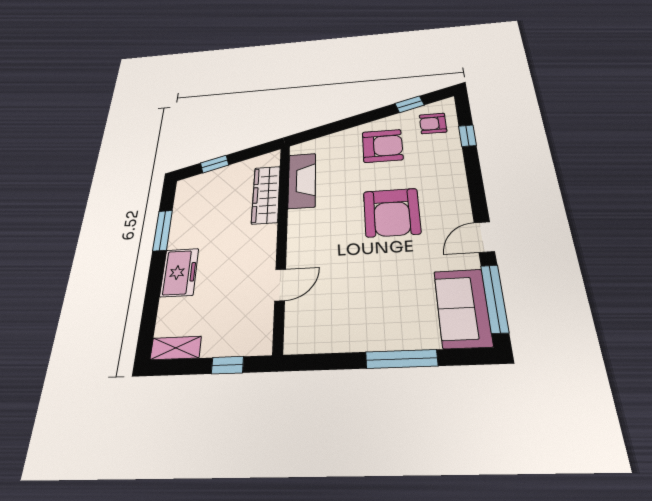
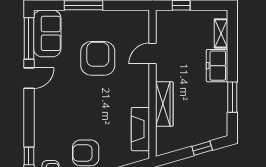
wardrobe: (266, 195) -> (164, 104), moved
armchair: (392, 212) -> (98, 58), moved
shelving: (176, 348) -> (221, 33), moved, turned 90

